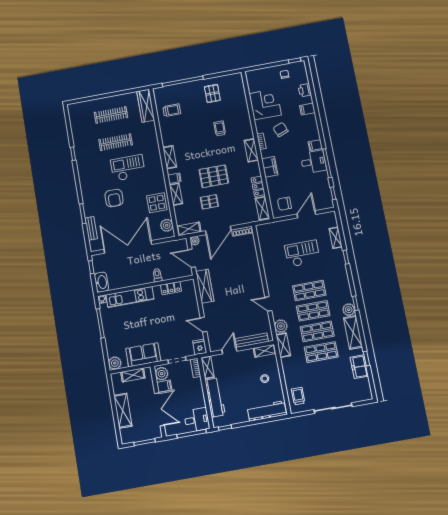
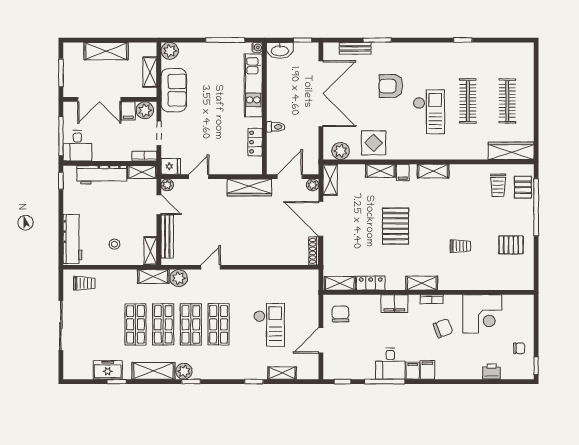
filing cabinet: (307, 109) -> (427, 370), moved
pallet: (209, 202) -> (523, 187), moved
door: (306, 214) -> (321, 340), swing flipped
plant: (214, 347) -> (167, 185), added

